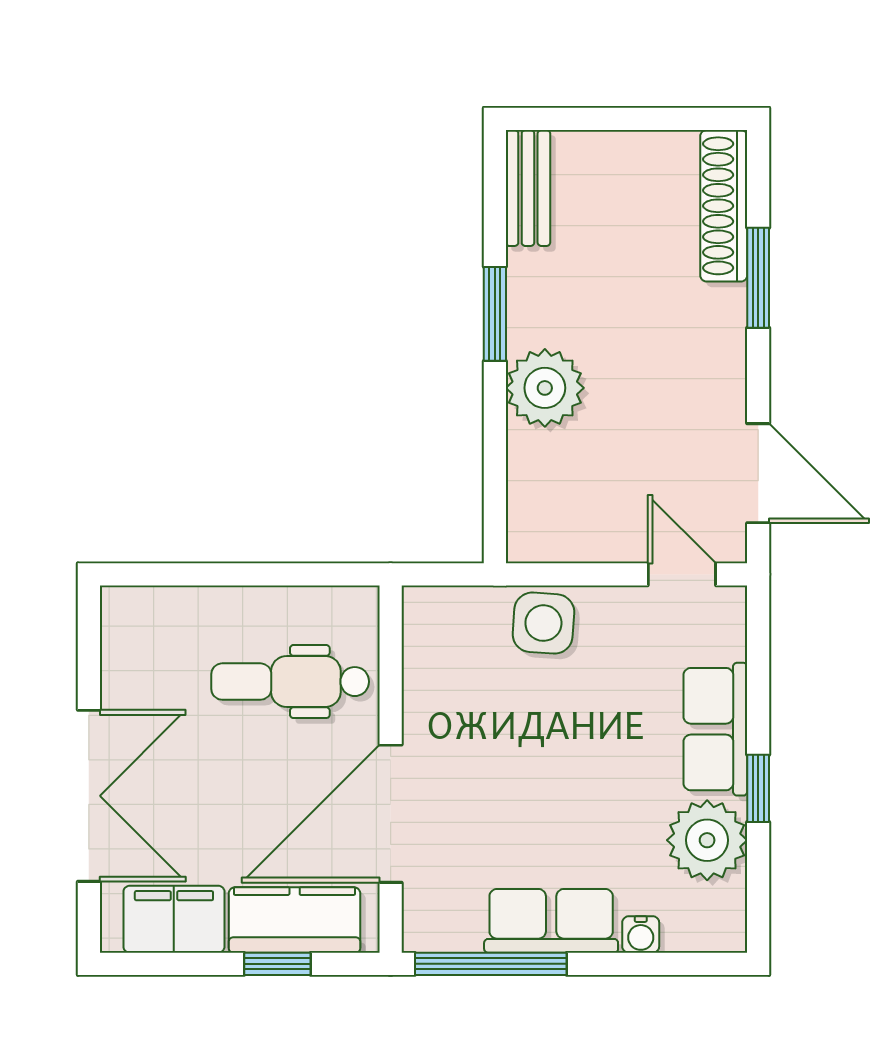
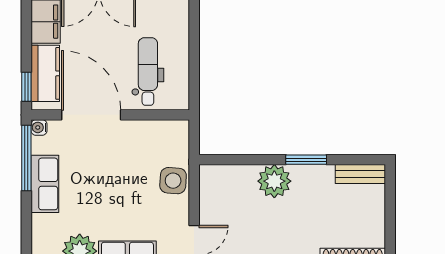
water cooler: (641, 934) -> (39, 127), moved
window: (277, 964) -> (26, 87), moved

